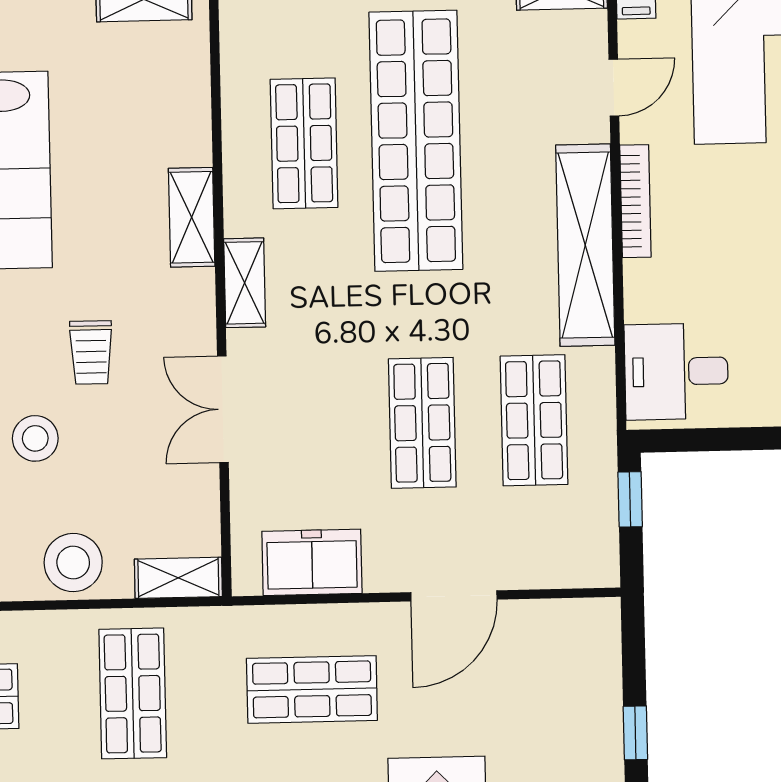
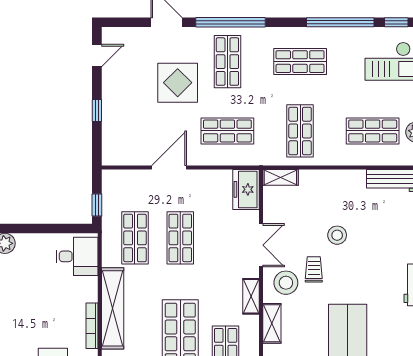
freezer: (312, 562) -> (246, 189), moved, turned 90
stool: (73, 563) -> (286, 283), moved

